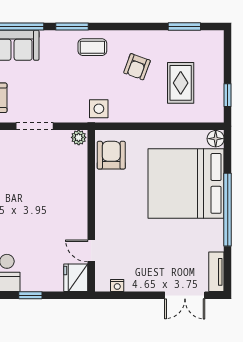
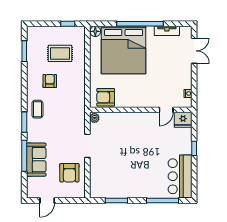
armchair: (137, 67) -> (50, 81), turned -110
side table: (99, 109) -> (76, 105), removed
tv unit: (216, 272) -> (167, 31), moved

